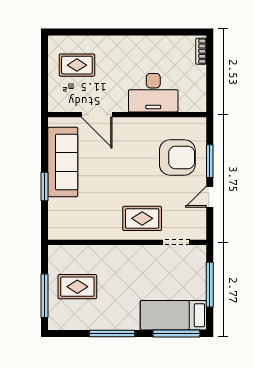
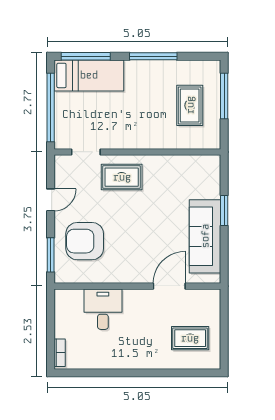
desk: (153, 93) -> (103, 309), width x0.73
door: (97, 115) -> (169, 286), hinge flipped
window: (210, 161) -> (51, 255), moved
window: (210, 285) -> (51, 108), width x1.46
rug: (77, 287) -> (190, 105), turned 90

